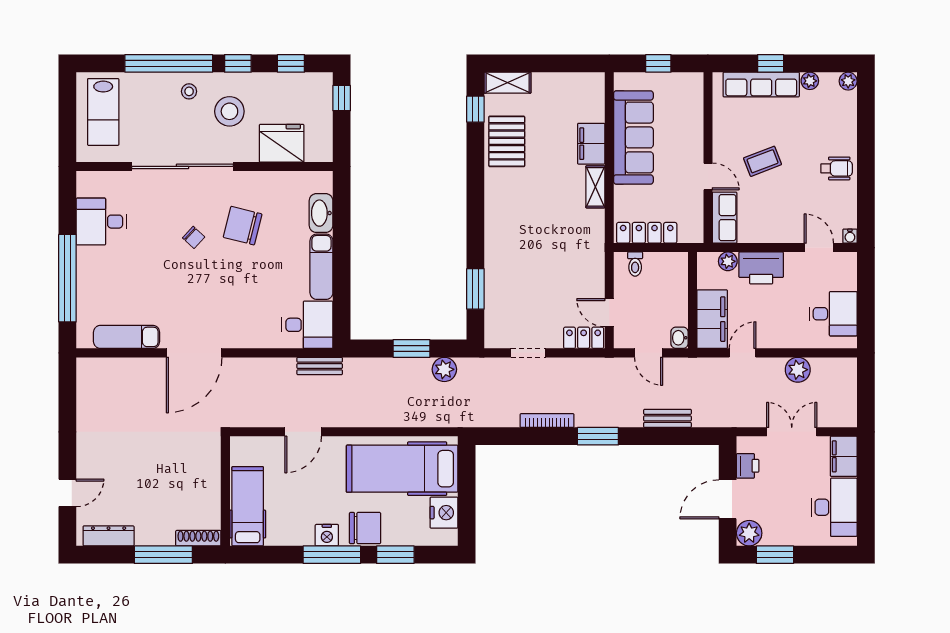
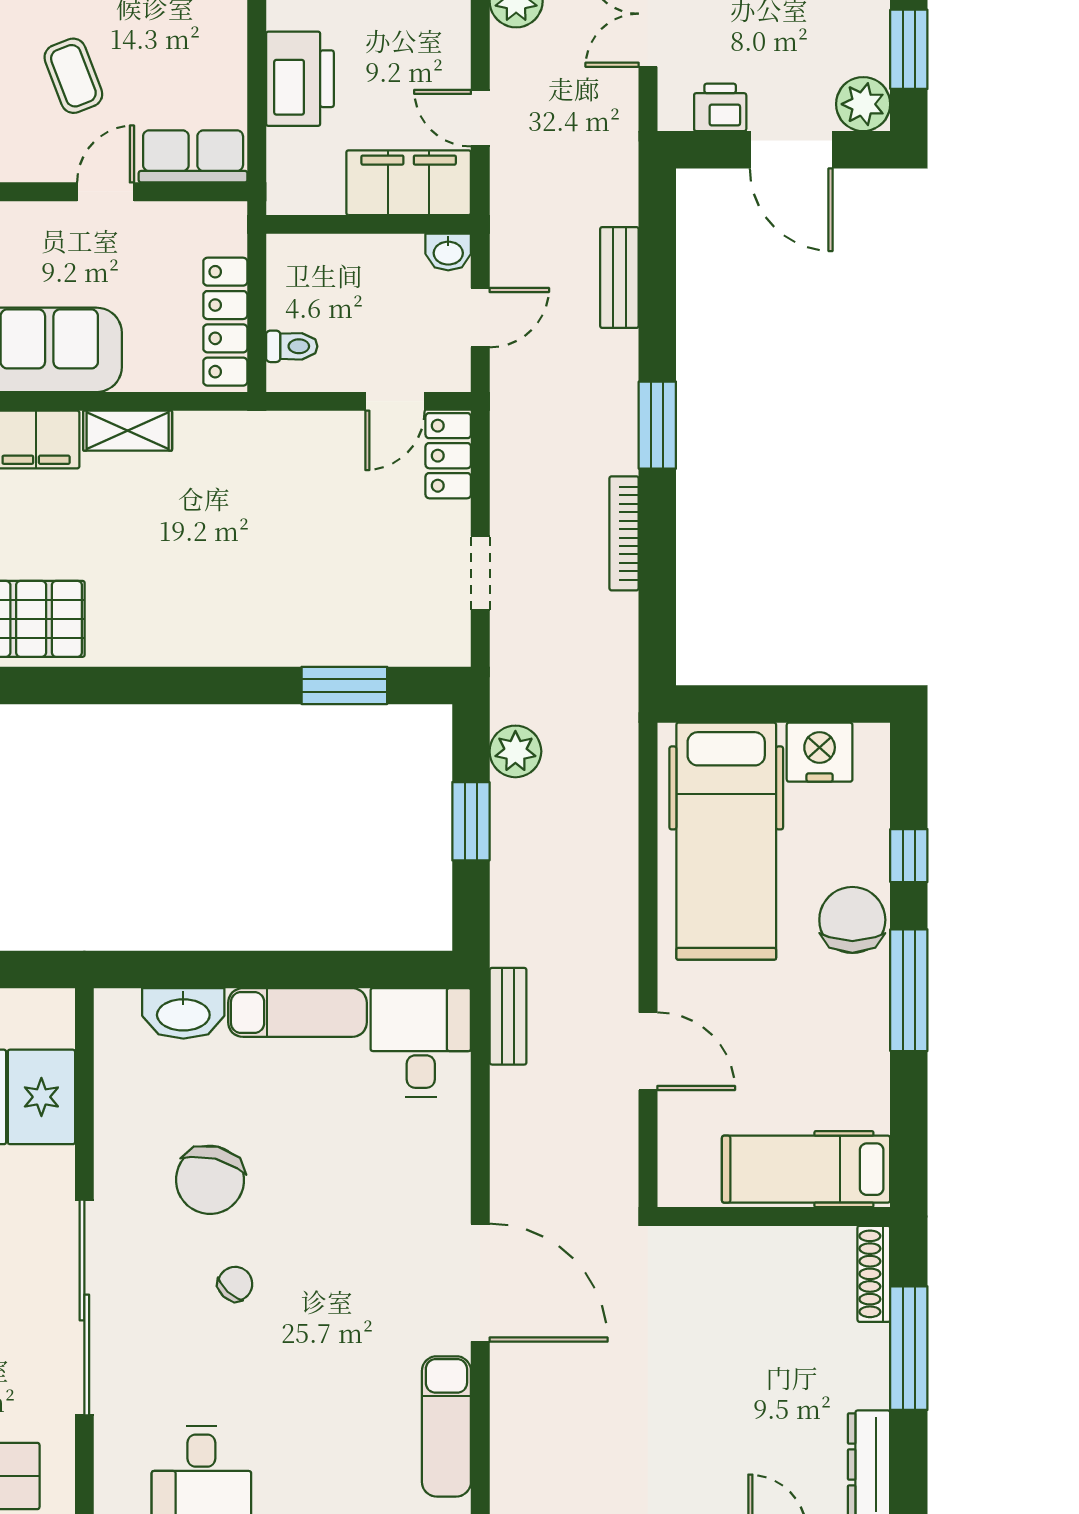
plant: (728, 261) -> (286, 149), removed
nightstand: (327, 535) -> (867, 1001), removed
window: (395, 555) -> (909, 856), width x0.67

